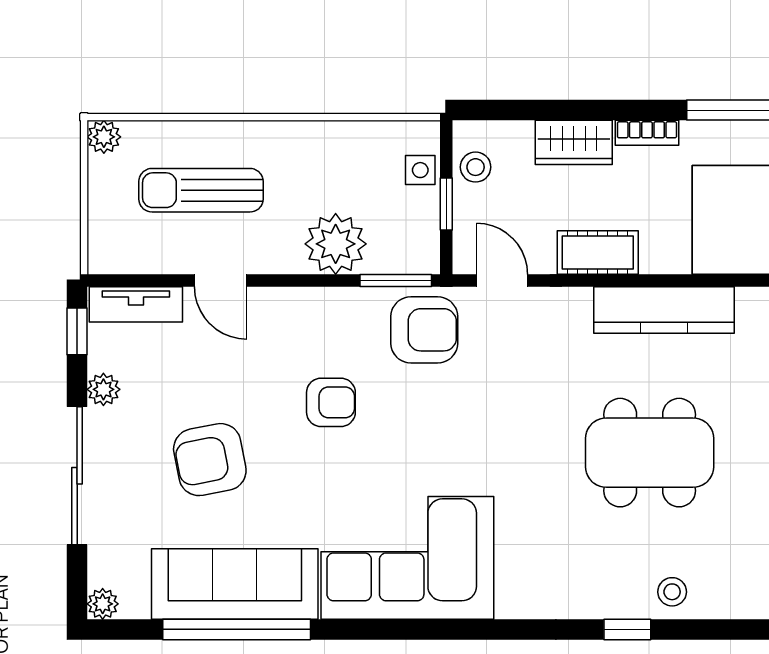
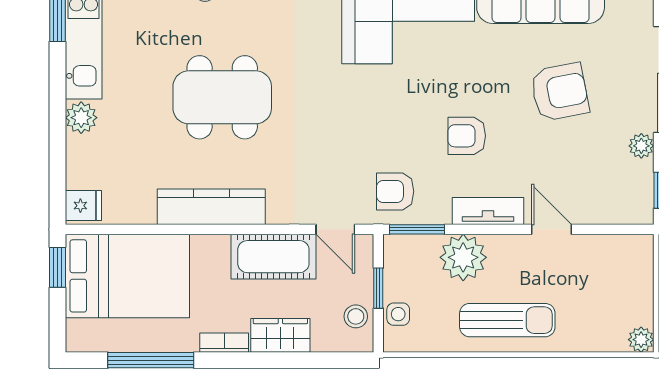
sun lounger: (201, 190) -> (507, 320), moved
cot: (598, 252) -> (273, 257), width x1.37, depth x1.34
tv unit: (136, 304) -> (488, 211), moved
armchair: (424, 330) -> (395, 191), width x0.72, depth x0.72

